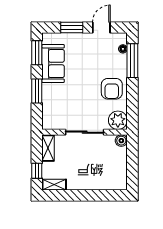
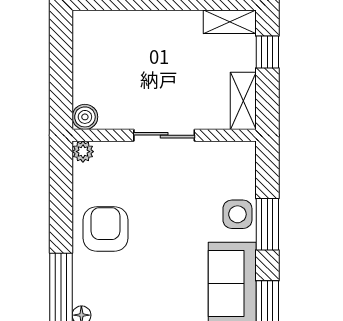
side table: (51, 96) -> (237, 214), added
plant: (118, 120) -> (83, 152), width x0.53, depth x0.53
sliding door: (85, 132) -> (164, 135), width x0.73

